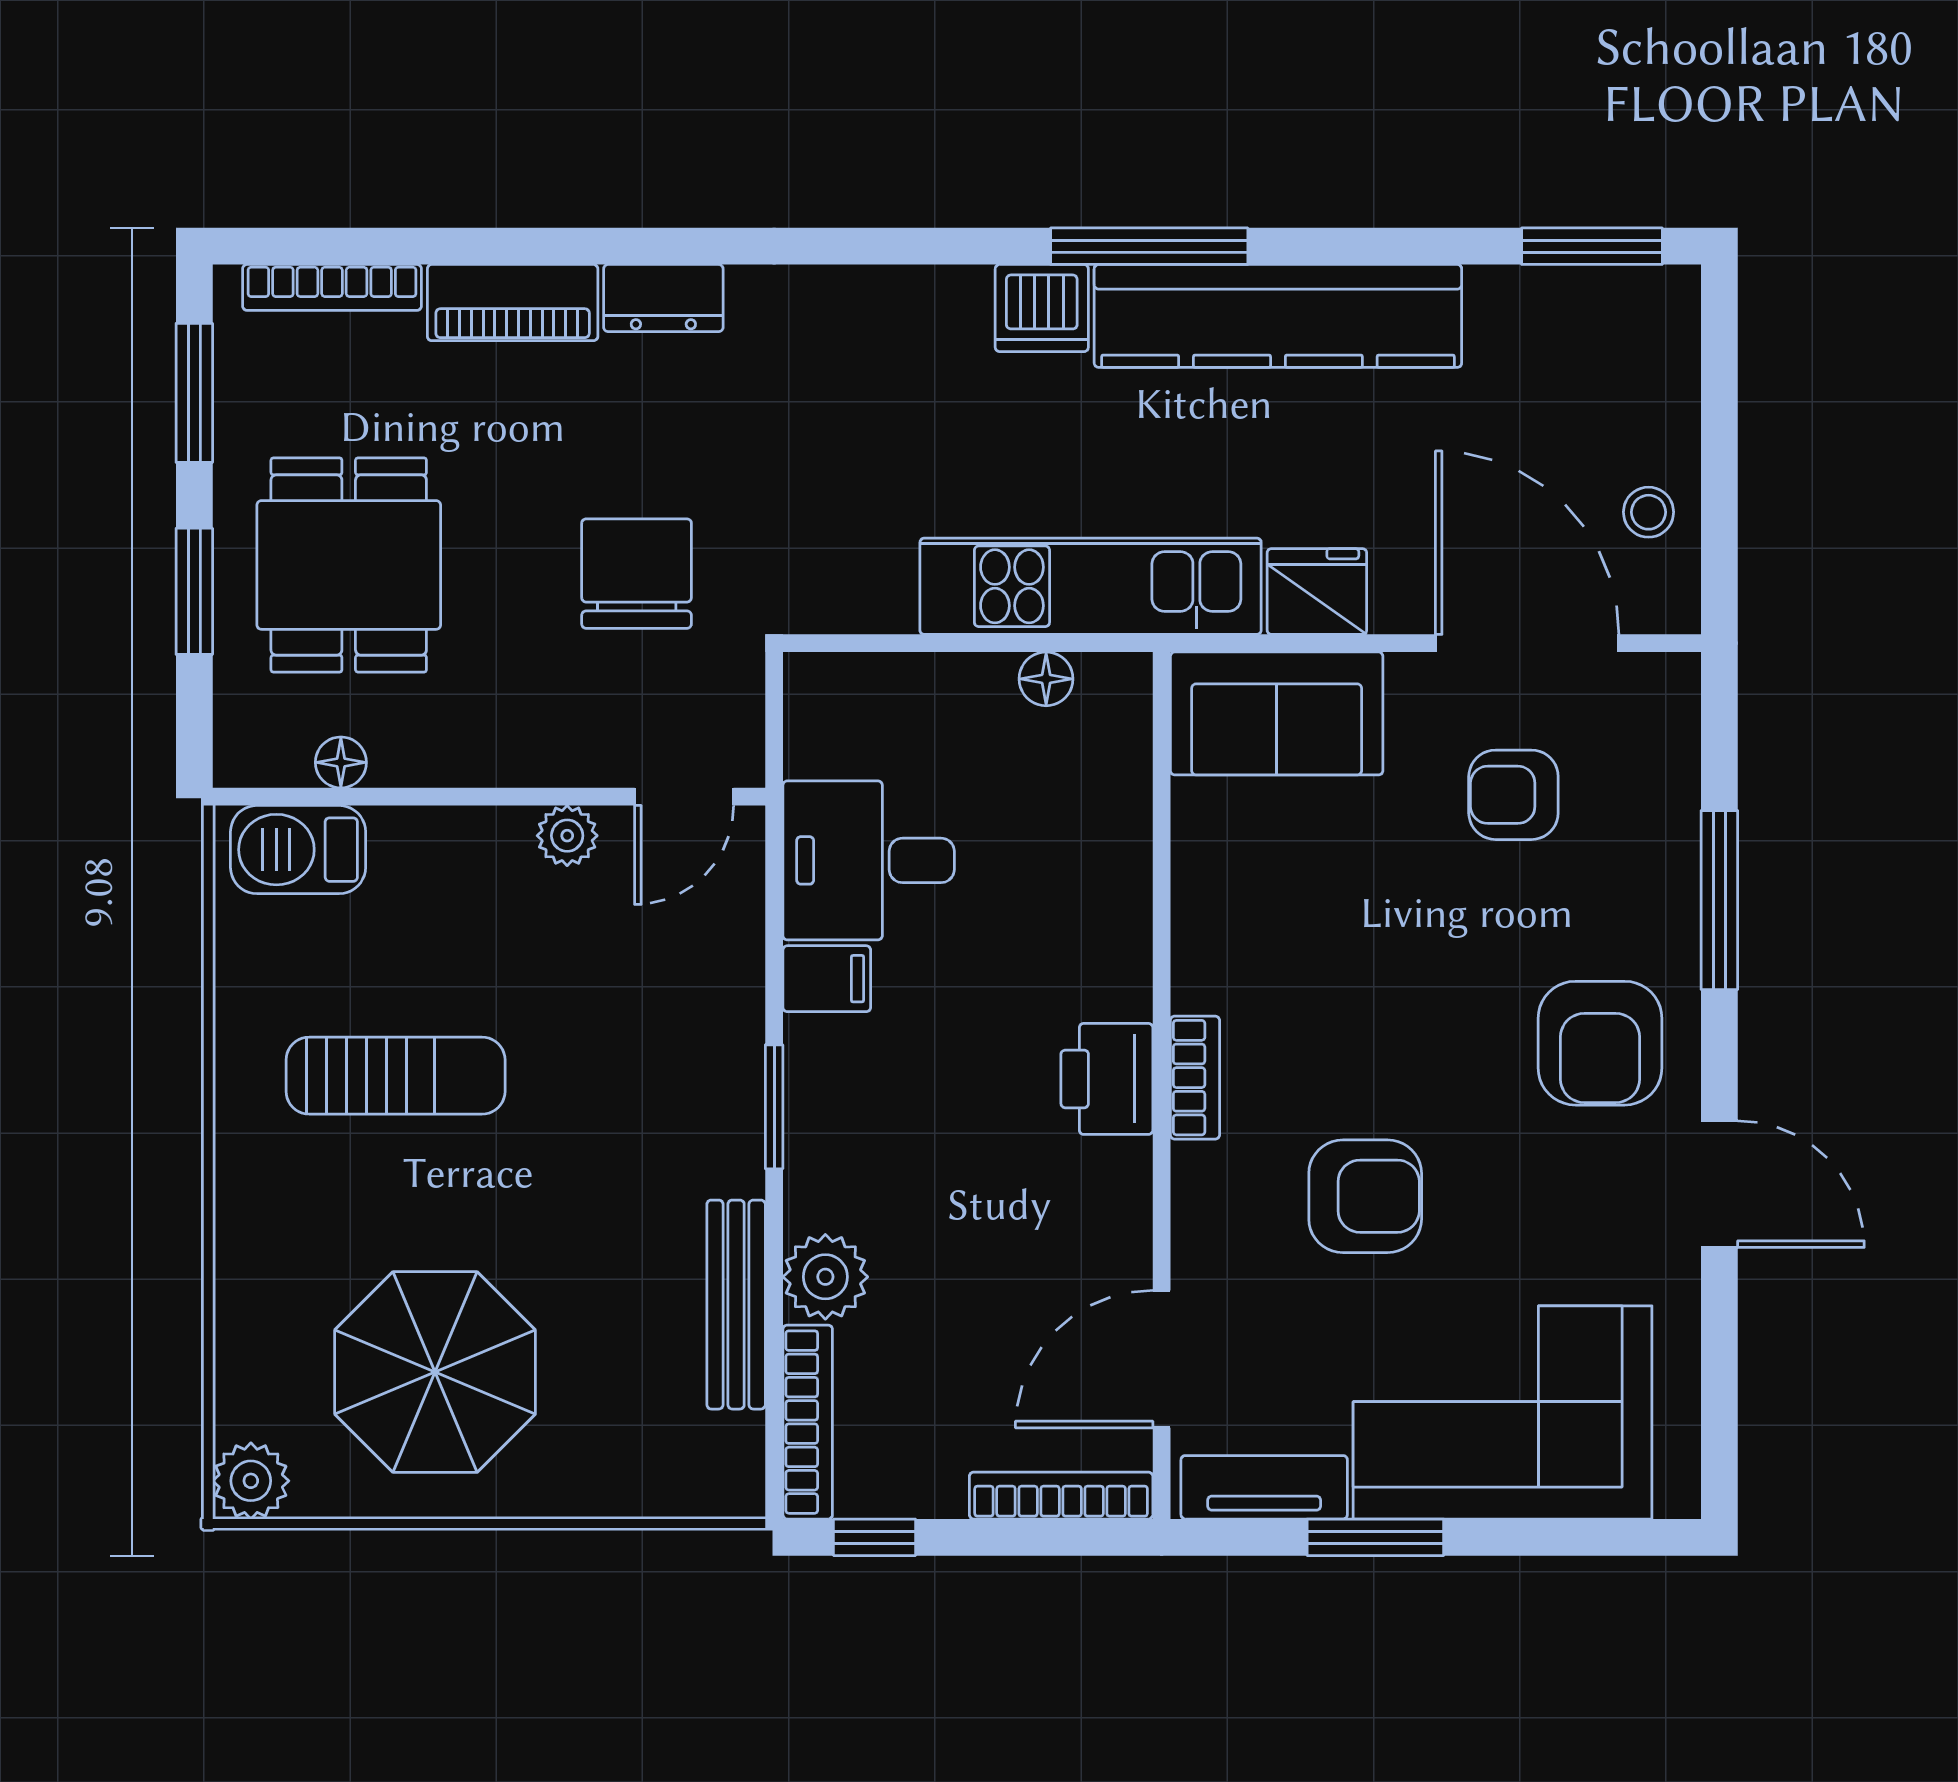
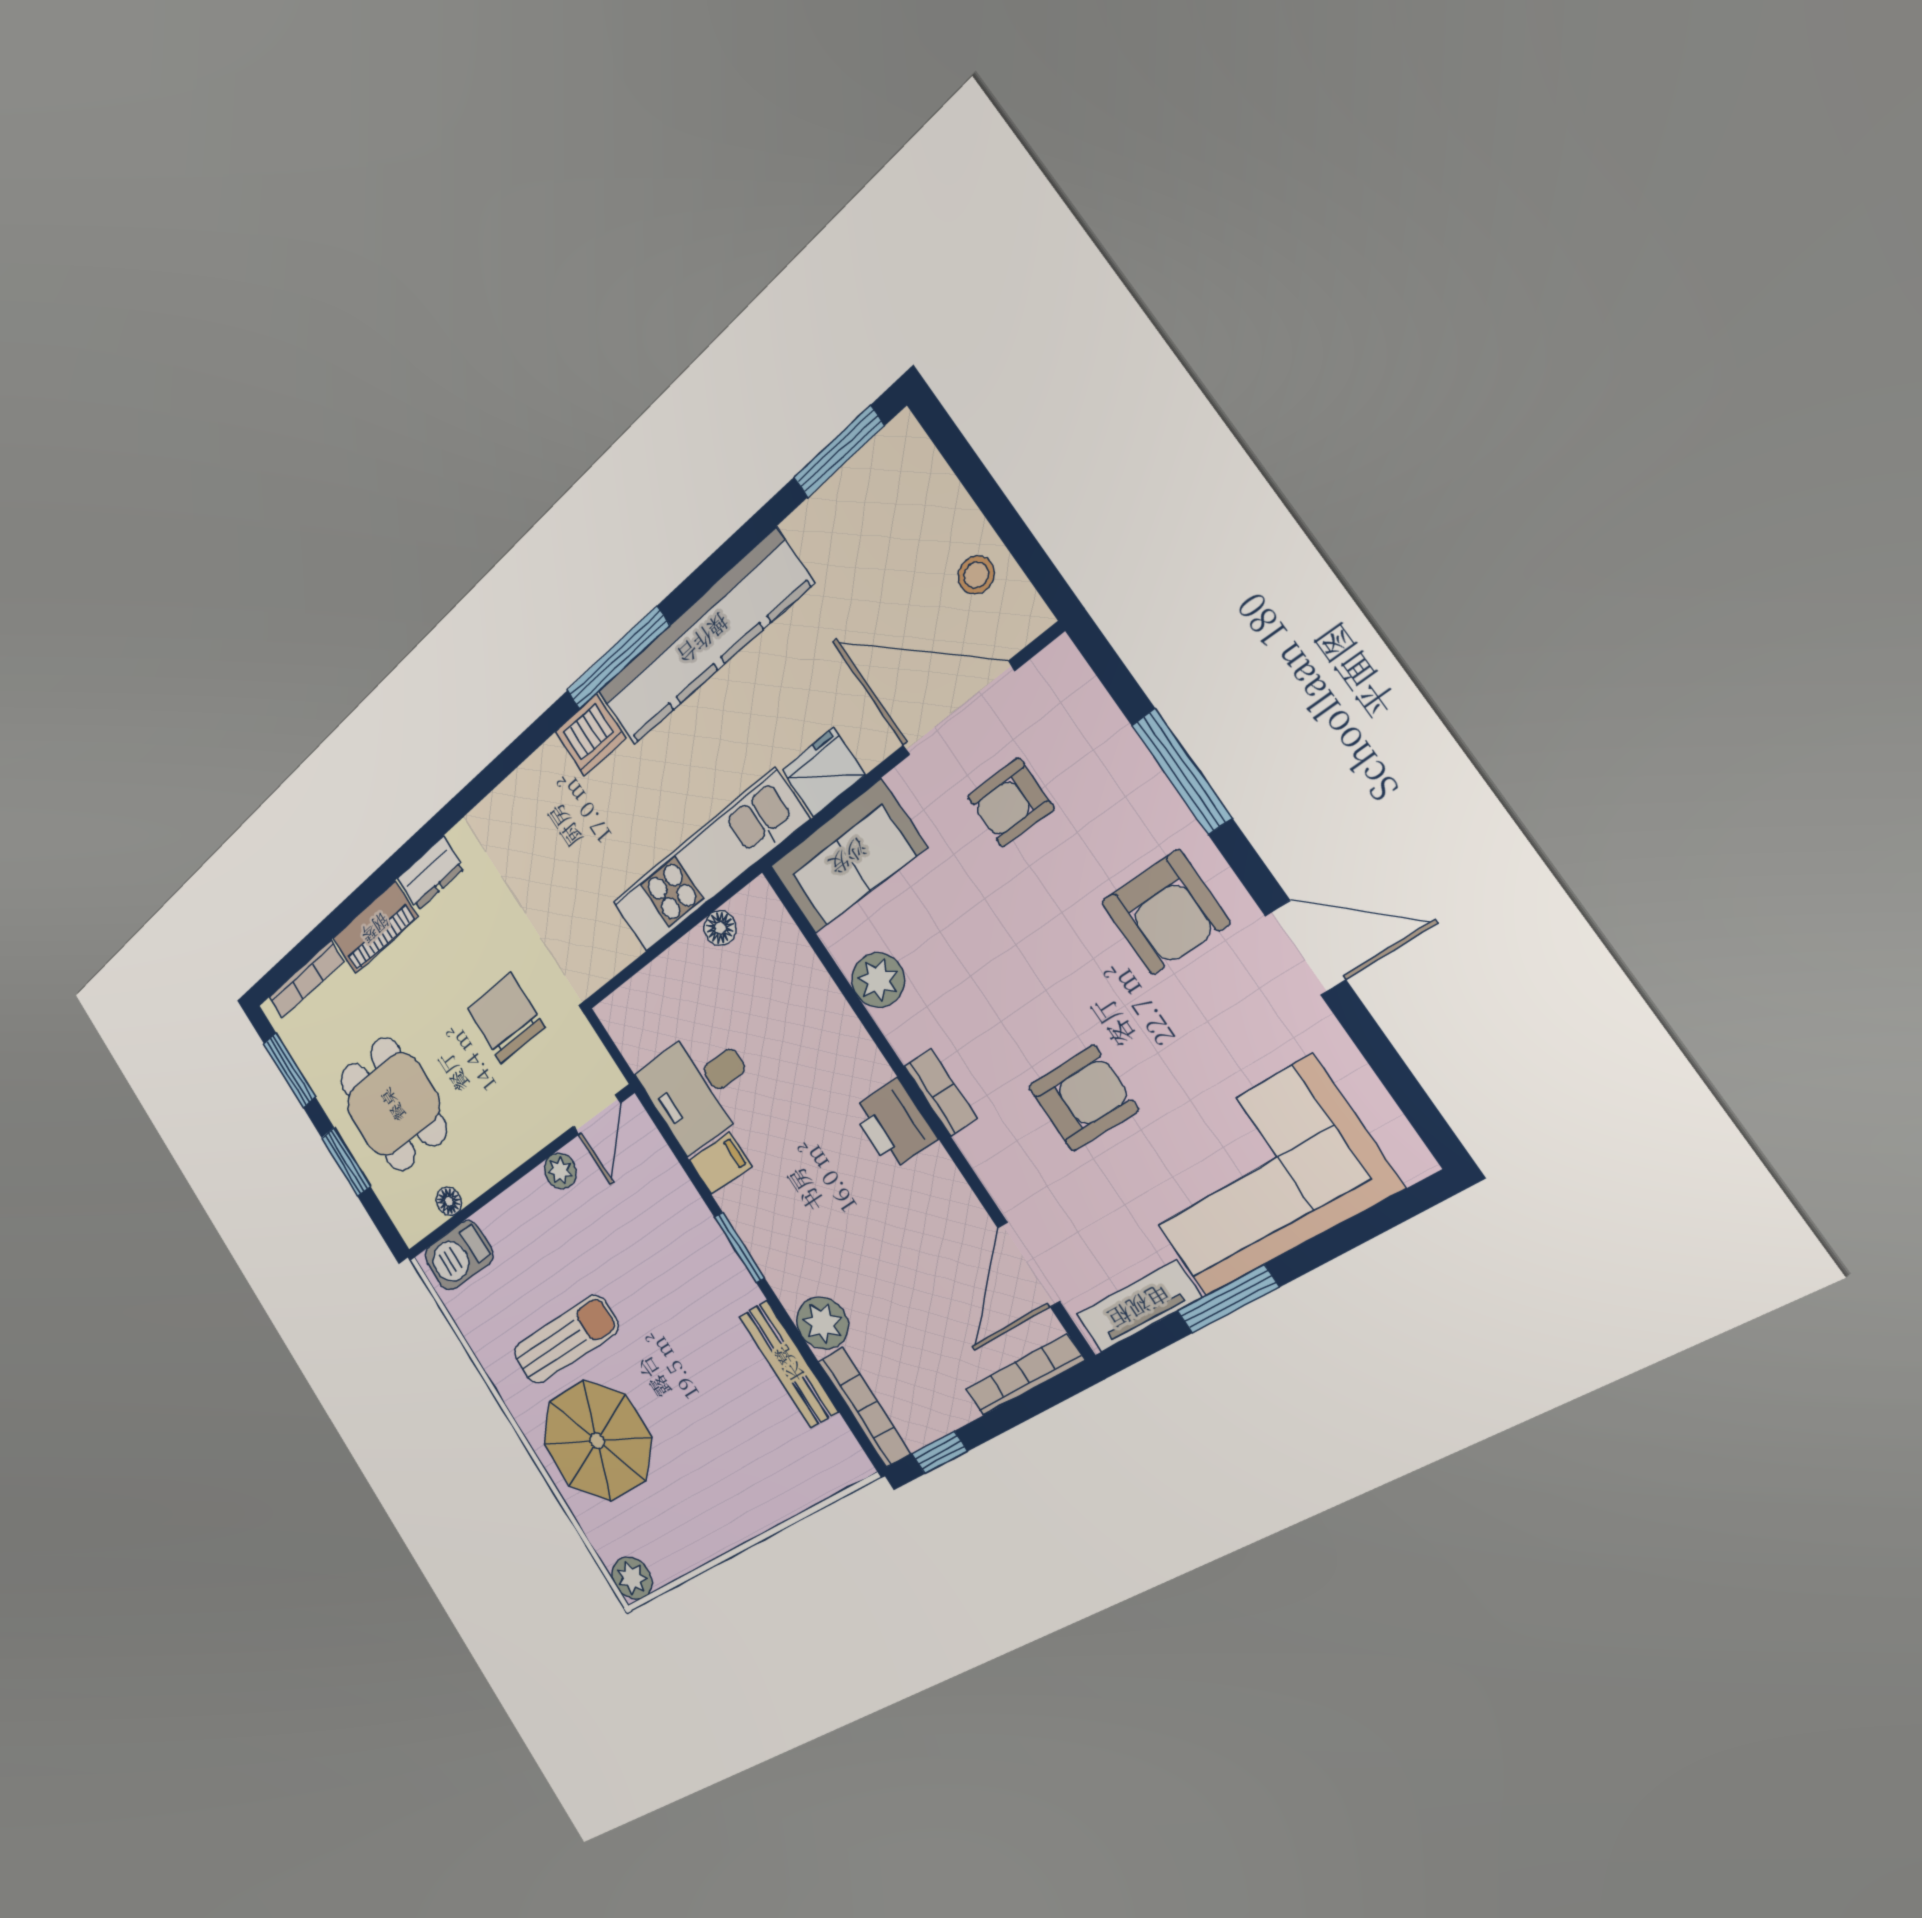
plant: (1211, 889) -> (878, 980), added
parasol: (435, 1372) -> (597, 1441), moved

